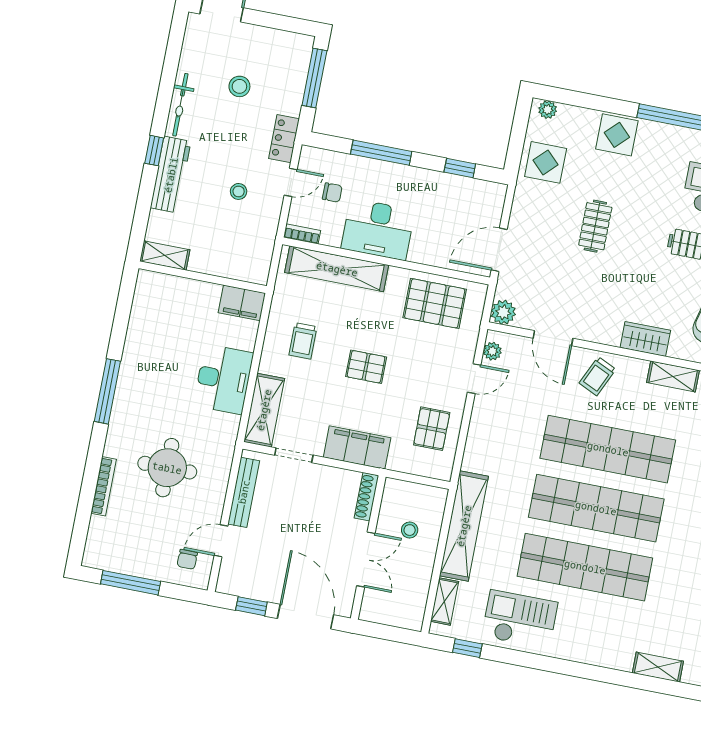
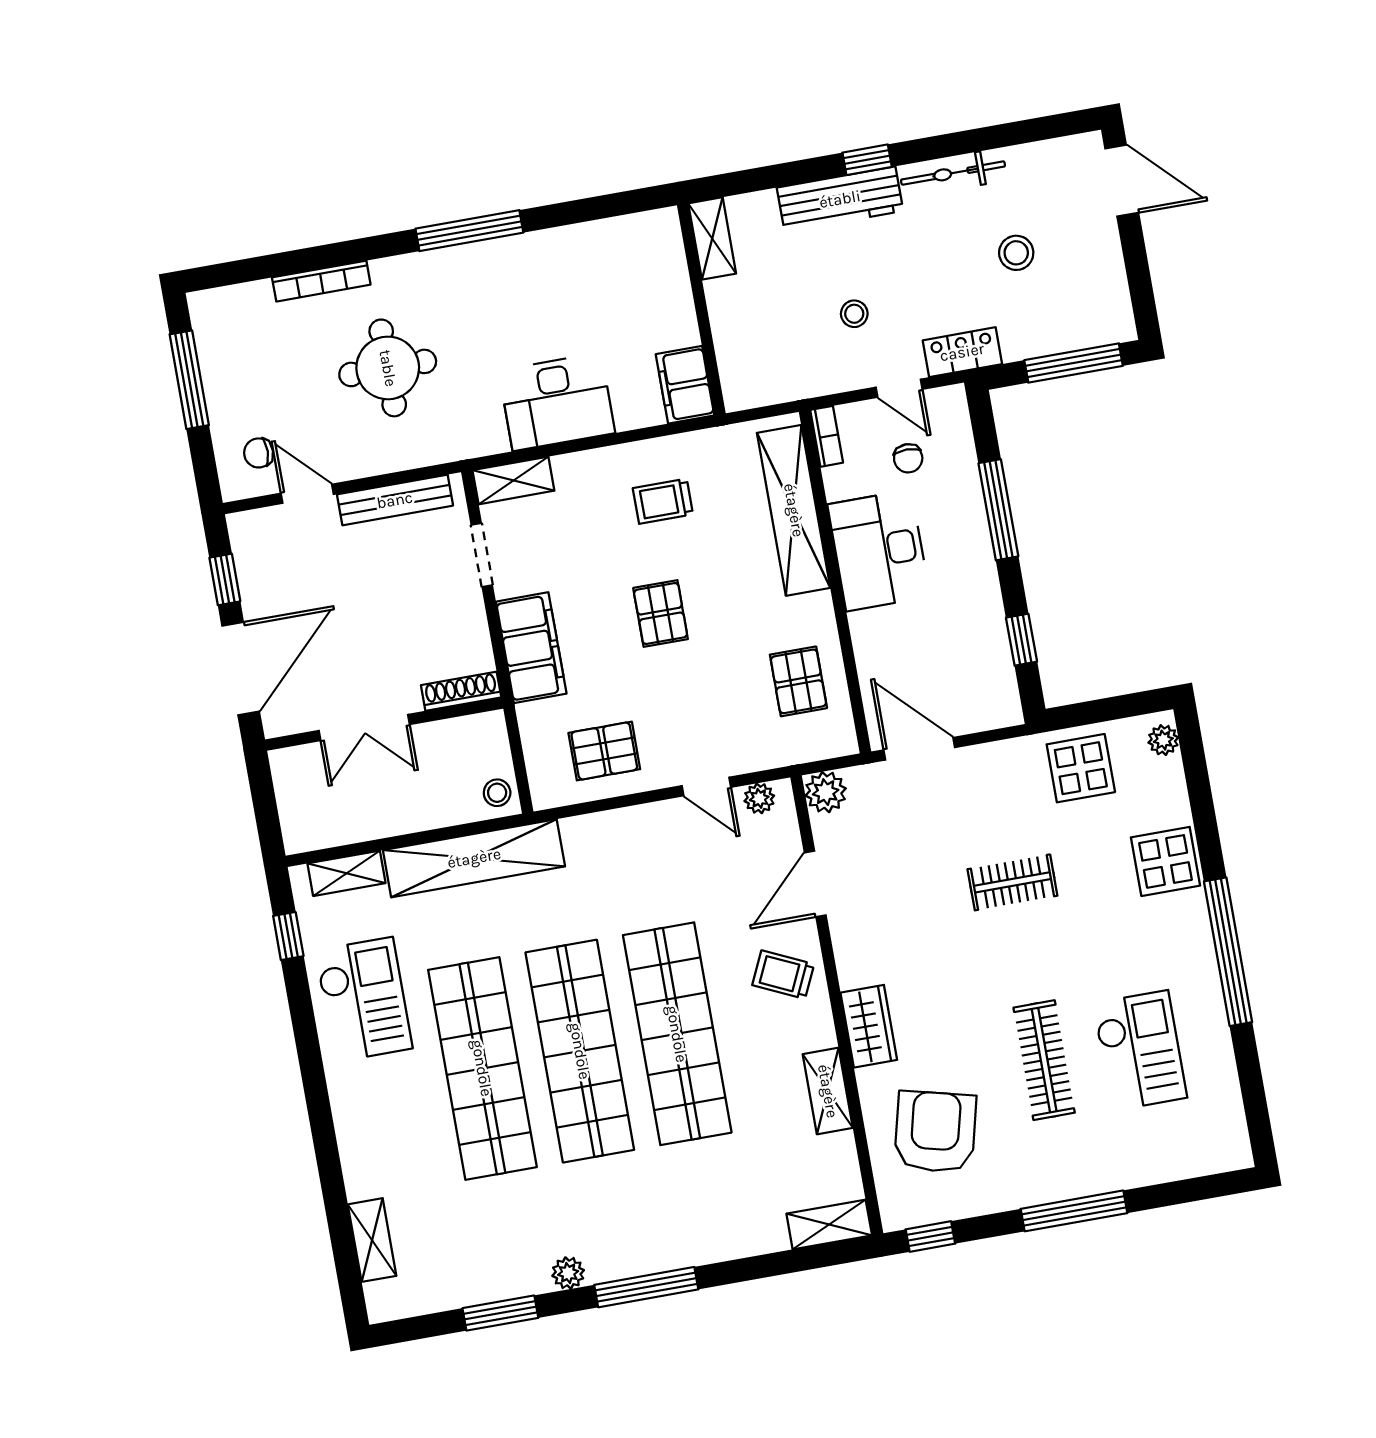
pallet: (435, 303) -> (798, 681), width x0.67, depth x0.71
shelving: (264, 410) -> (513, 480), width x0.67, depth x0.75
stool: (410, 530) -> (497, 793), moved

